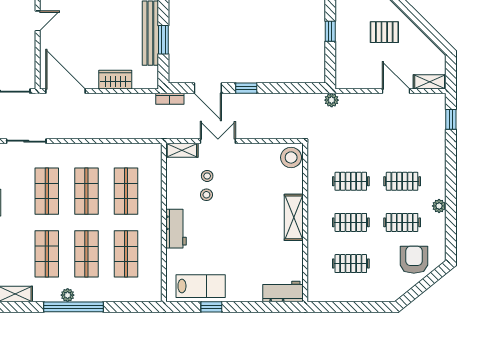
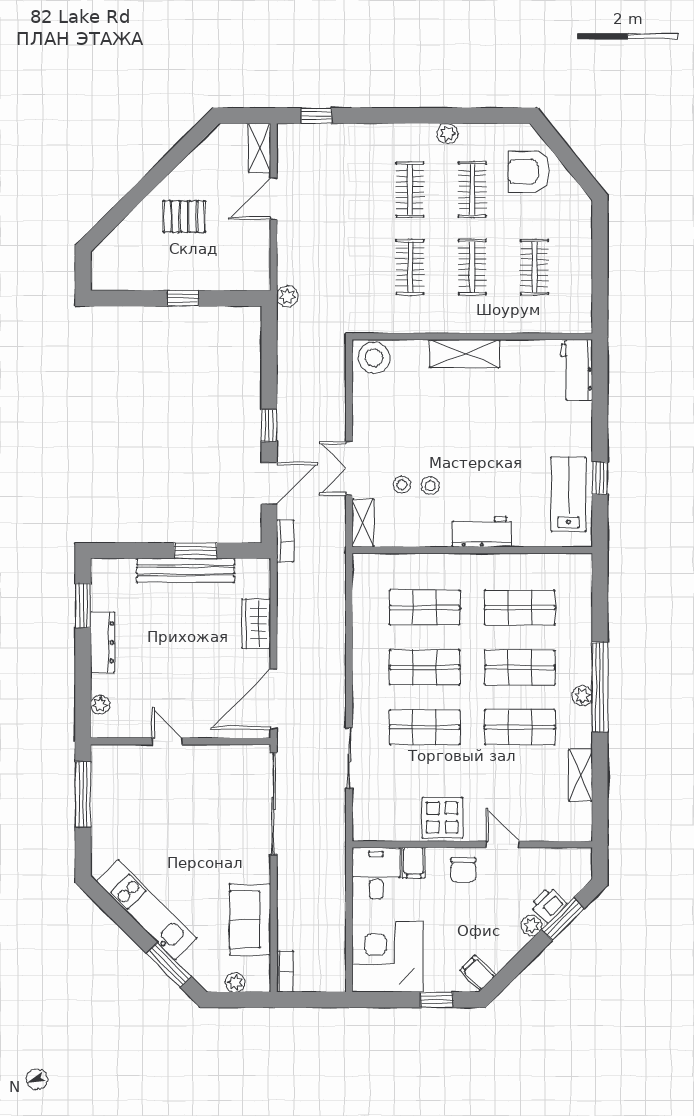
pallet: (384, 32) -> (184, 216), turned 90

